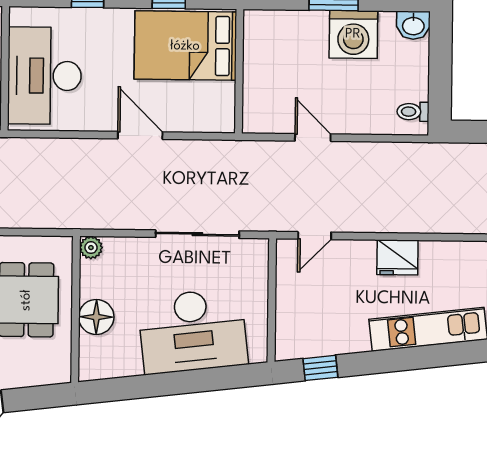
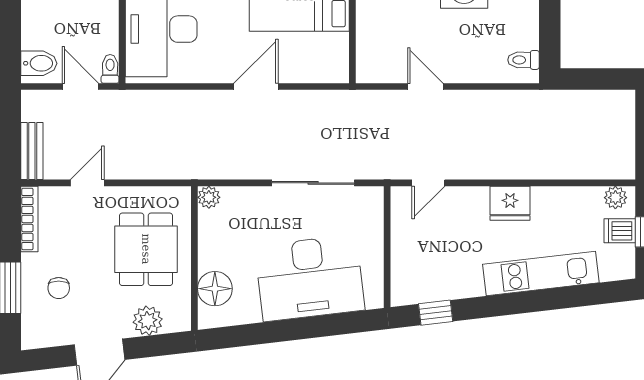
door: (140, 135) -> (256, 87), hinge flipped
floor lamp: (96, 317) -> (215, 289), moved
plant: (27, 372) -> (148, 321), added

